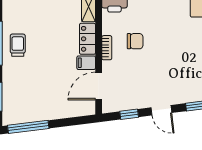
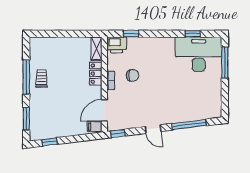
filing cabinet: (86, 63) -> (95, 127), moved
window: (129, 114) -> (118, 133), moved
window: (28, 127) -> (50, 142), width x0.46

